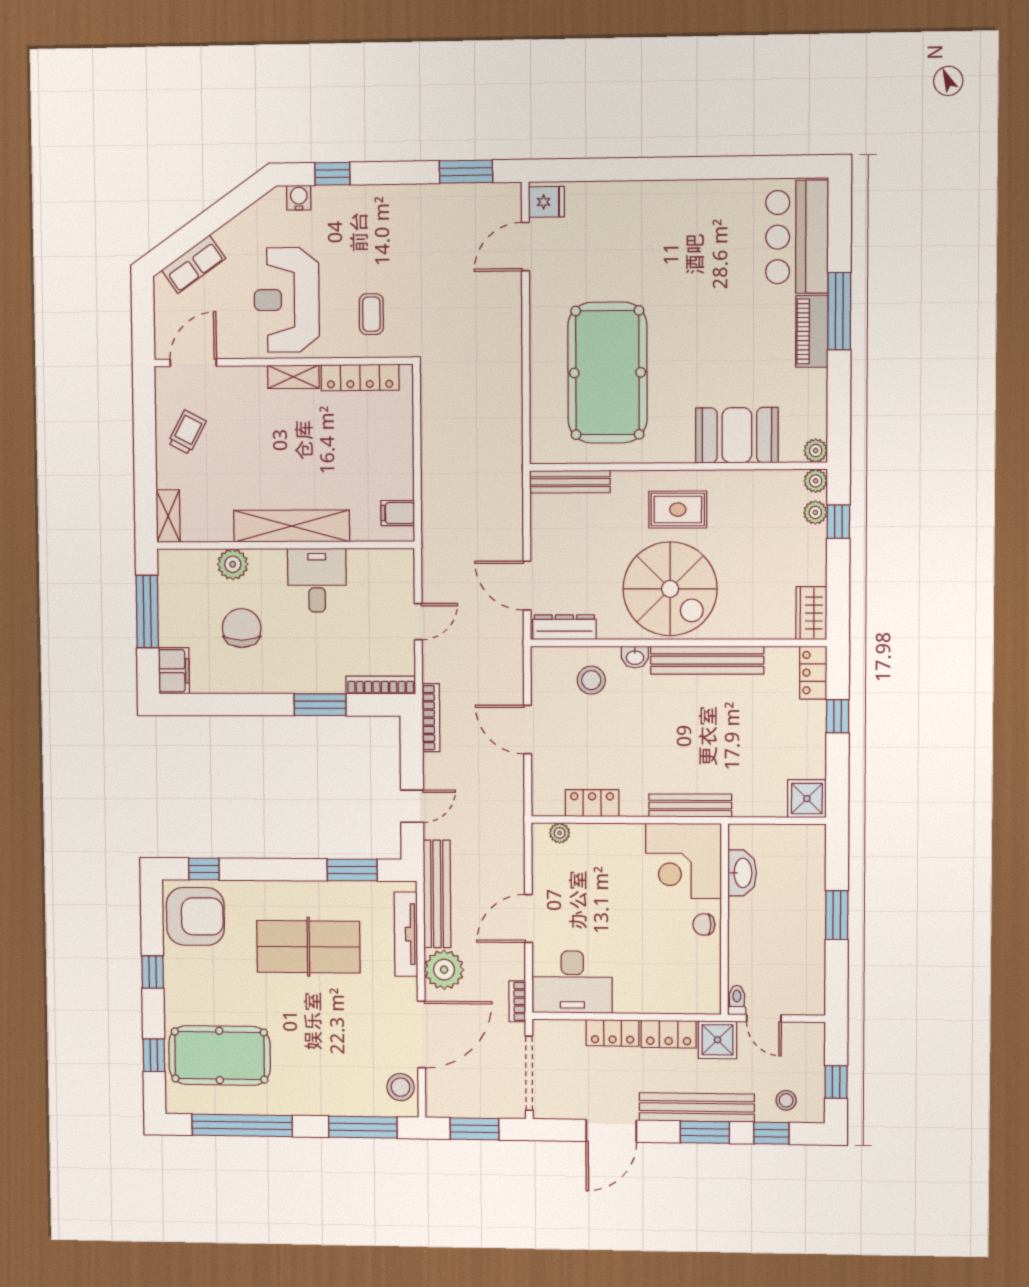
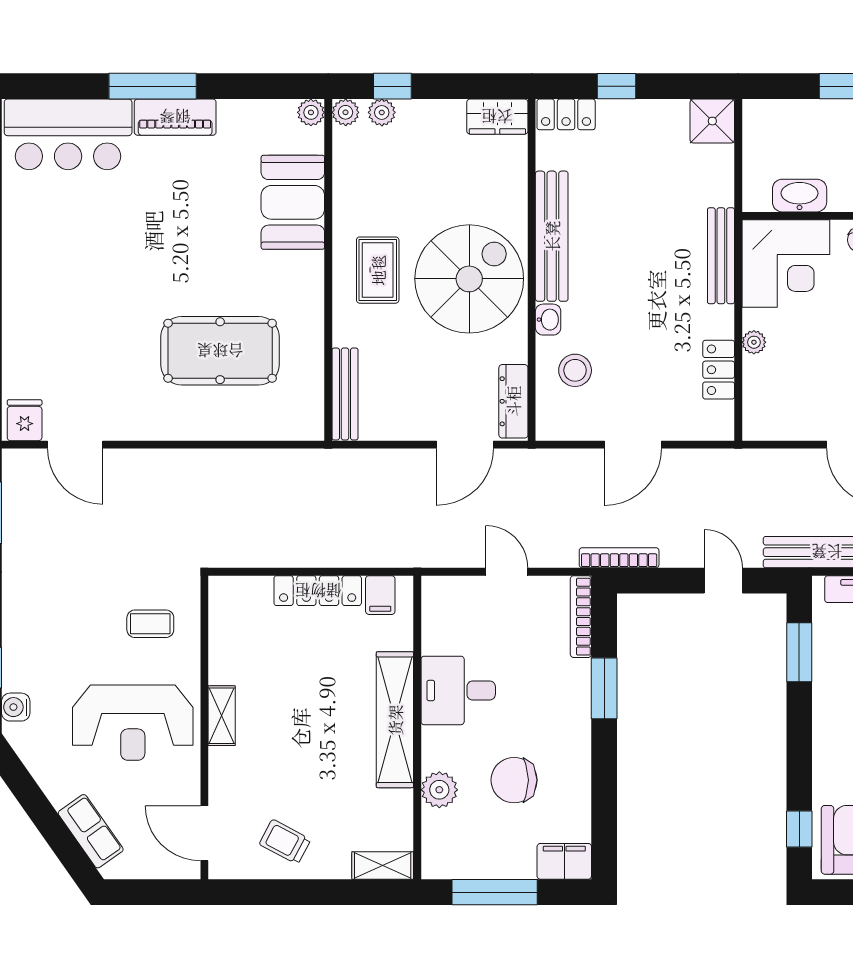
pool table: (607, 373) -> (220, 351), width x0.73, depth x0.76
locker: (360, 378) -> (318, 591), moved, turned 90
plant: (560, 833) -> (754, 342), moved

